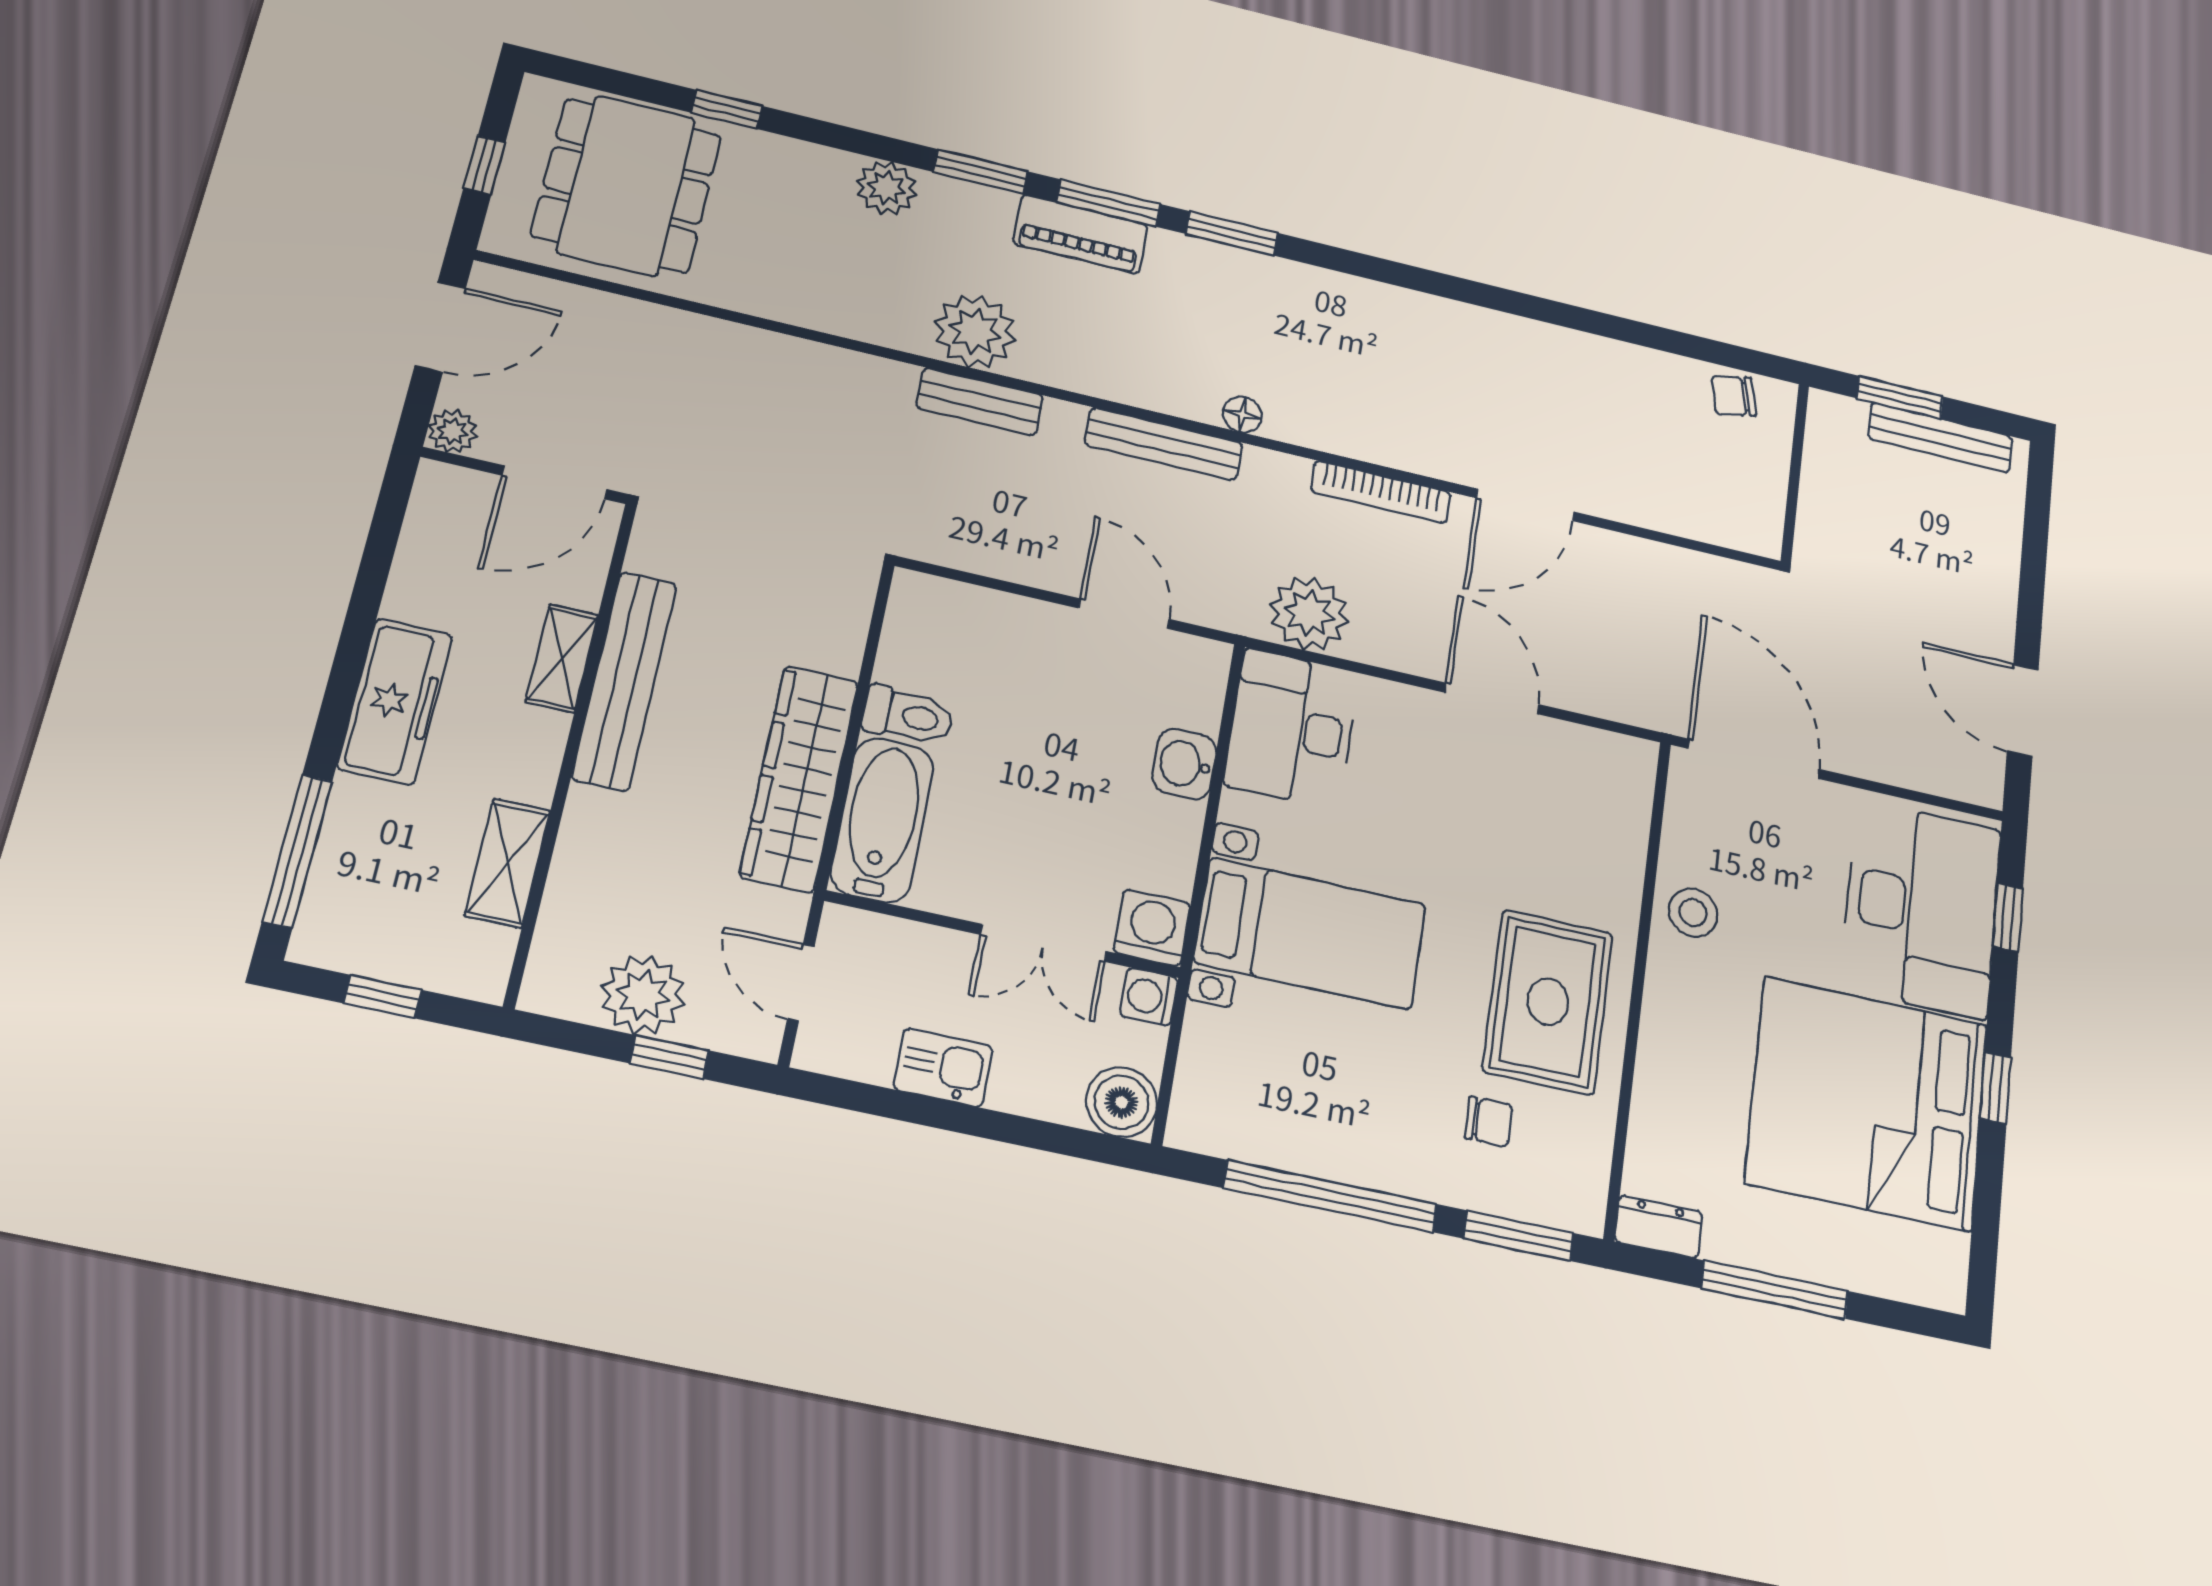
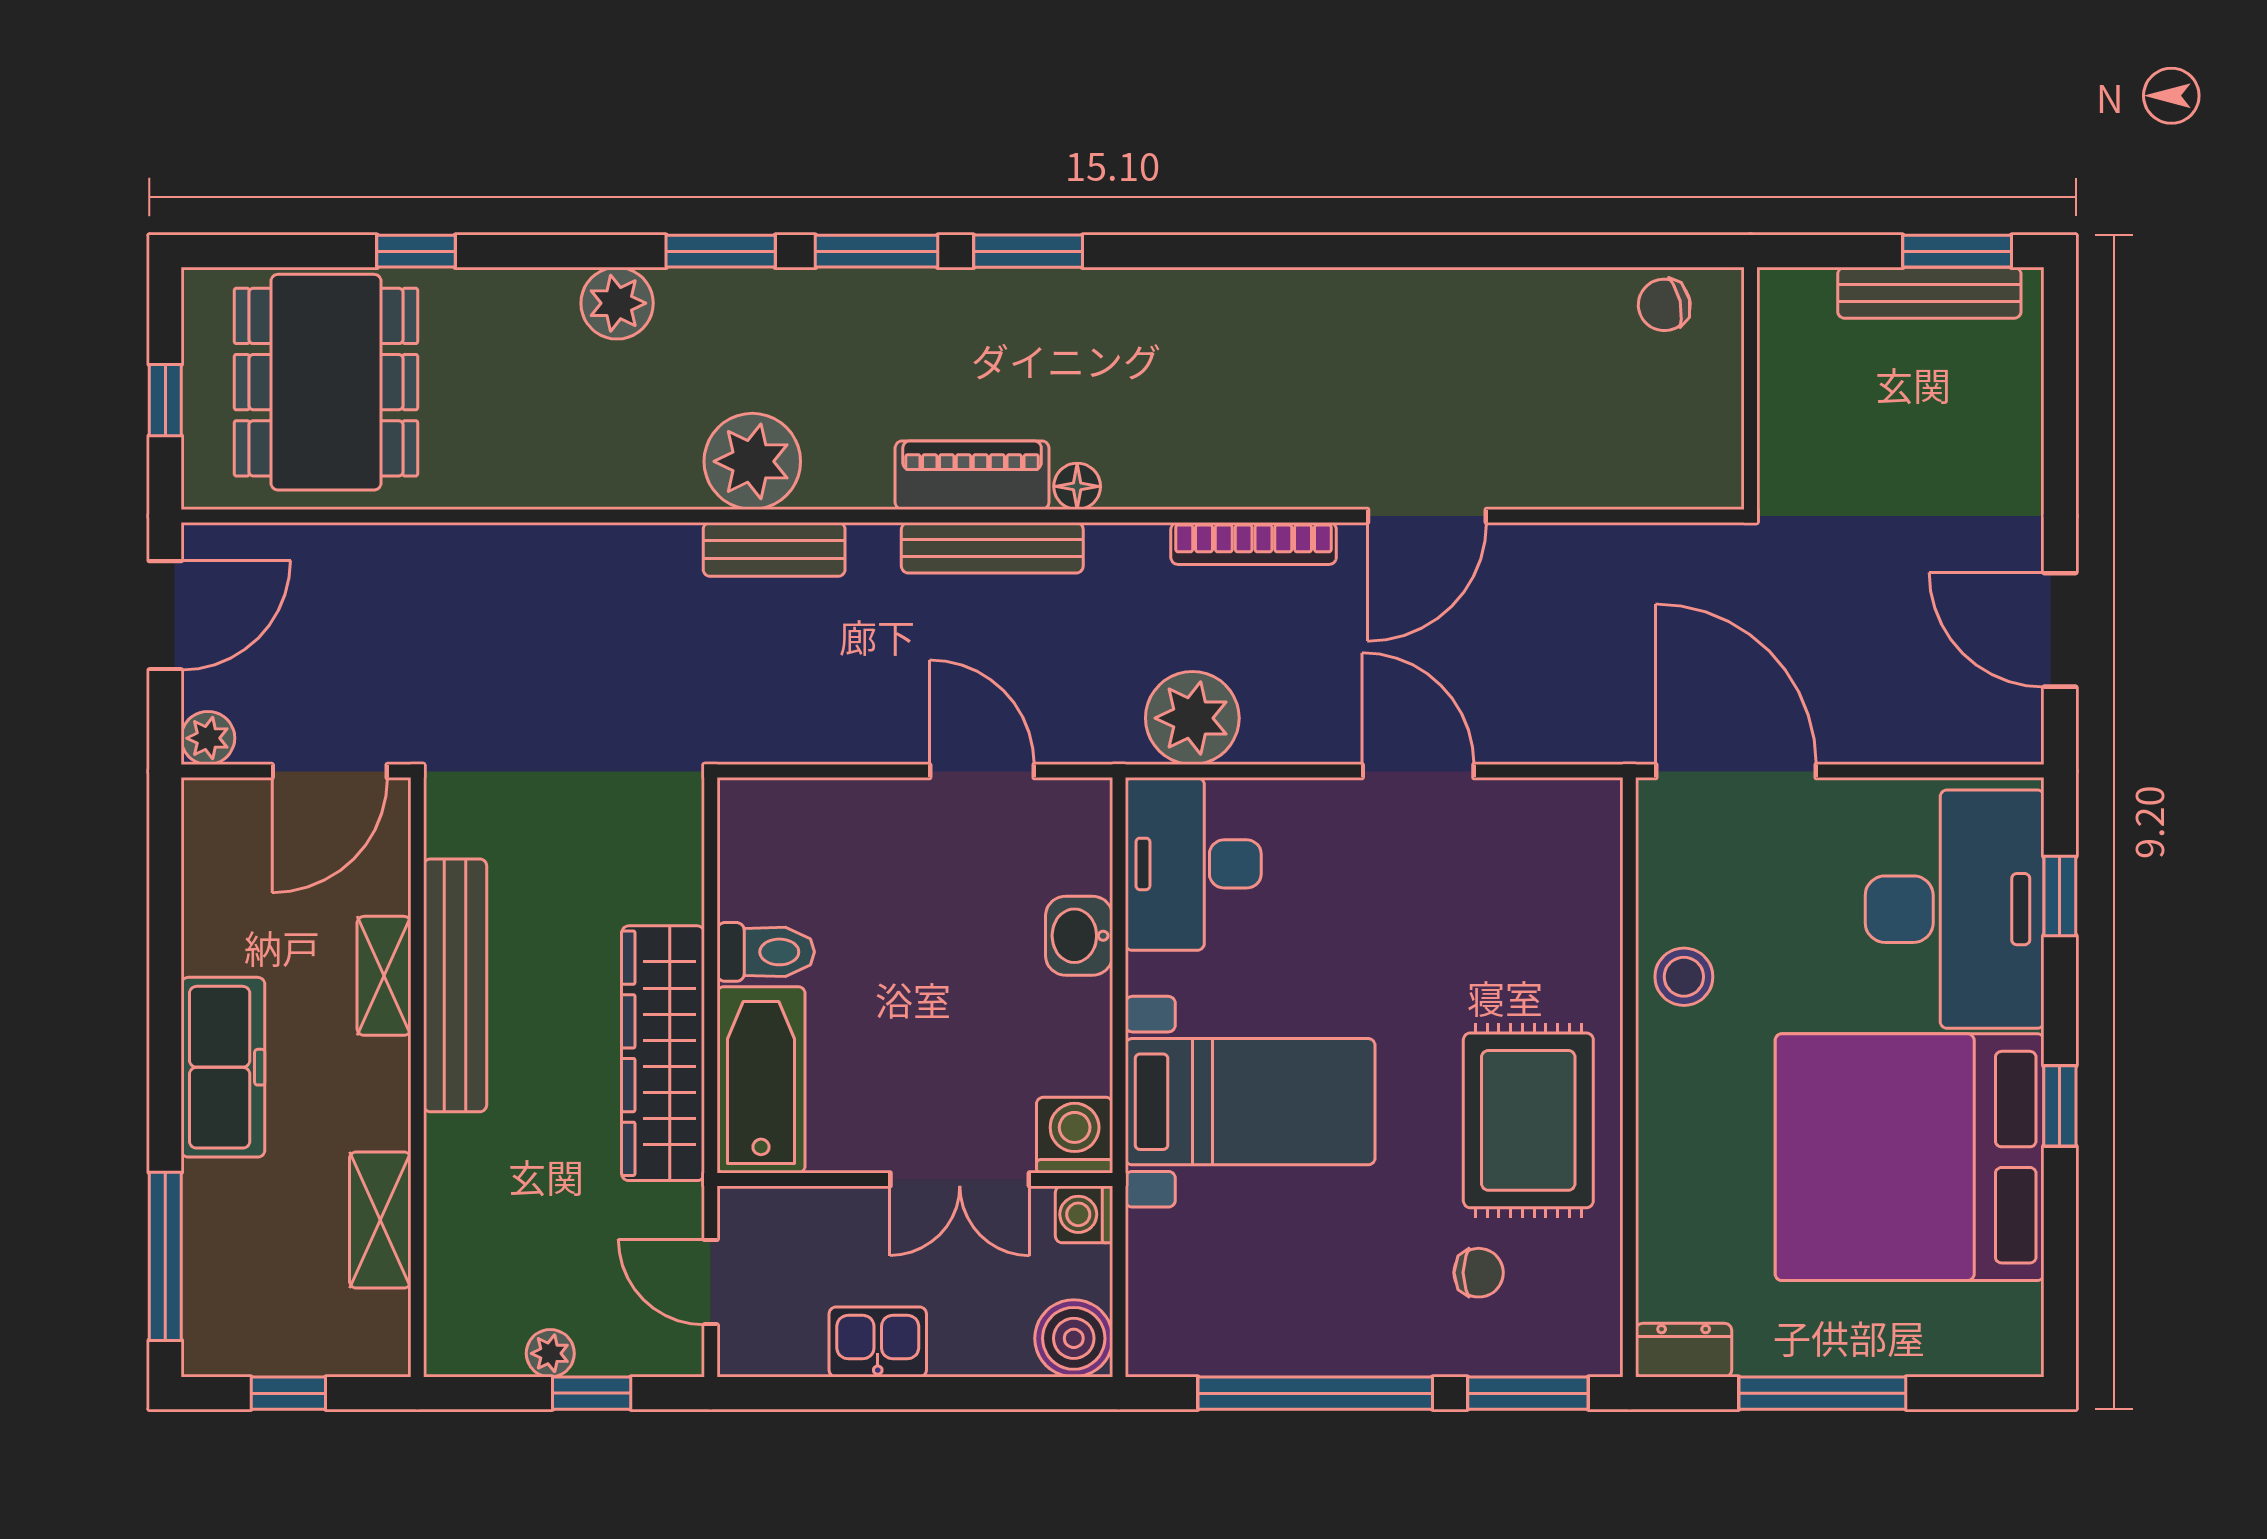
piano: (1080, 234) -> (972, 475), moved, turned 180
window: (1900, 397) -> (1957, 251), moved
plant: (643, 995) -> (550, 1353), width x0.53, depth x0.53

